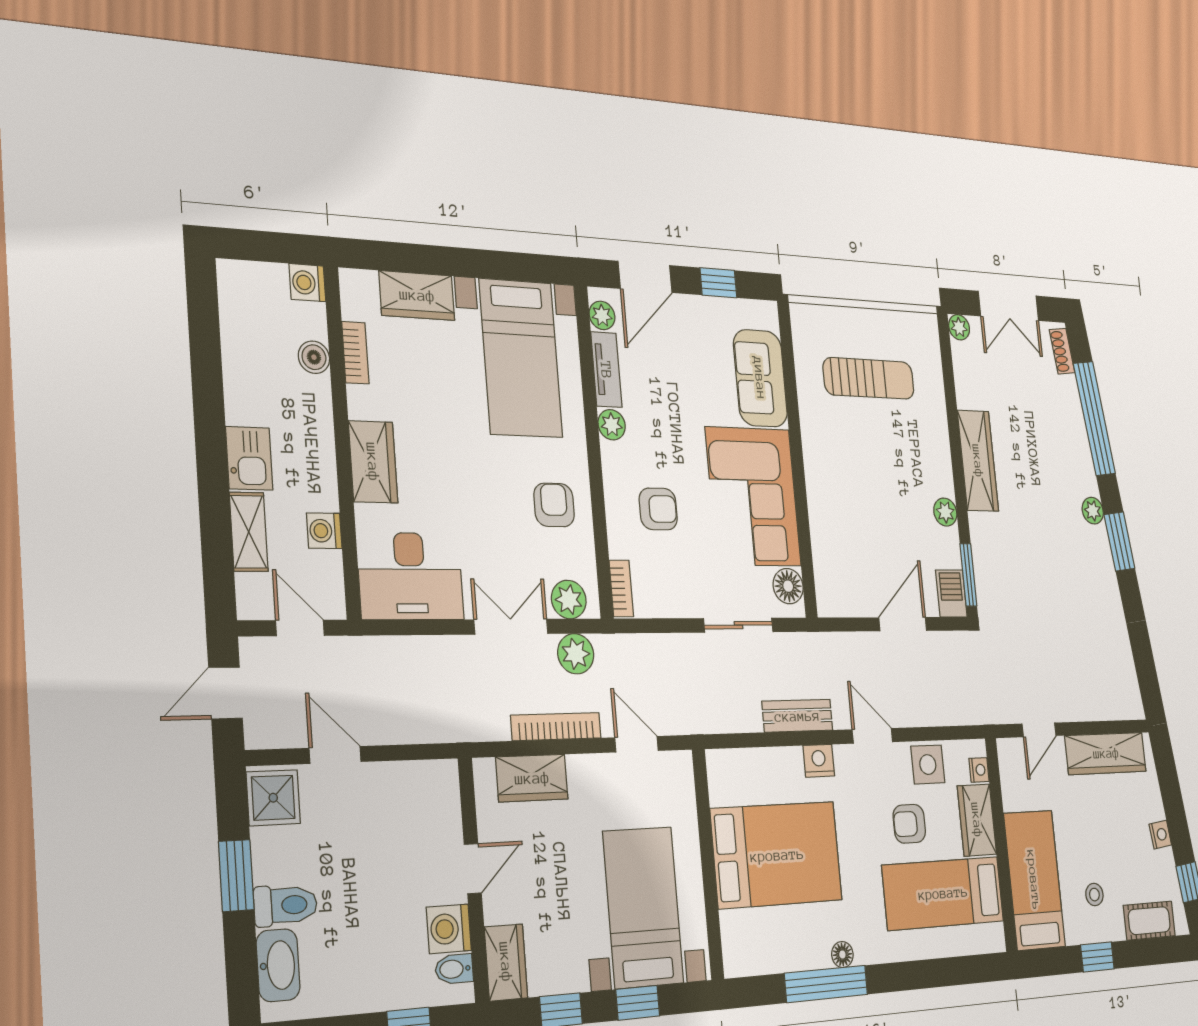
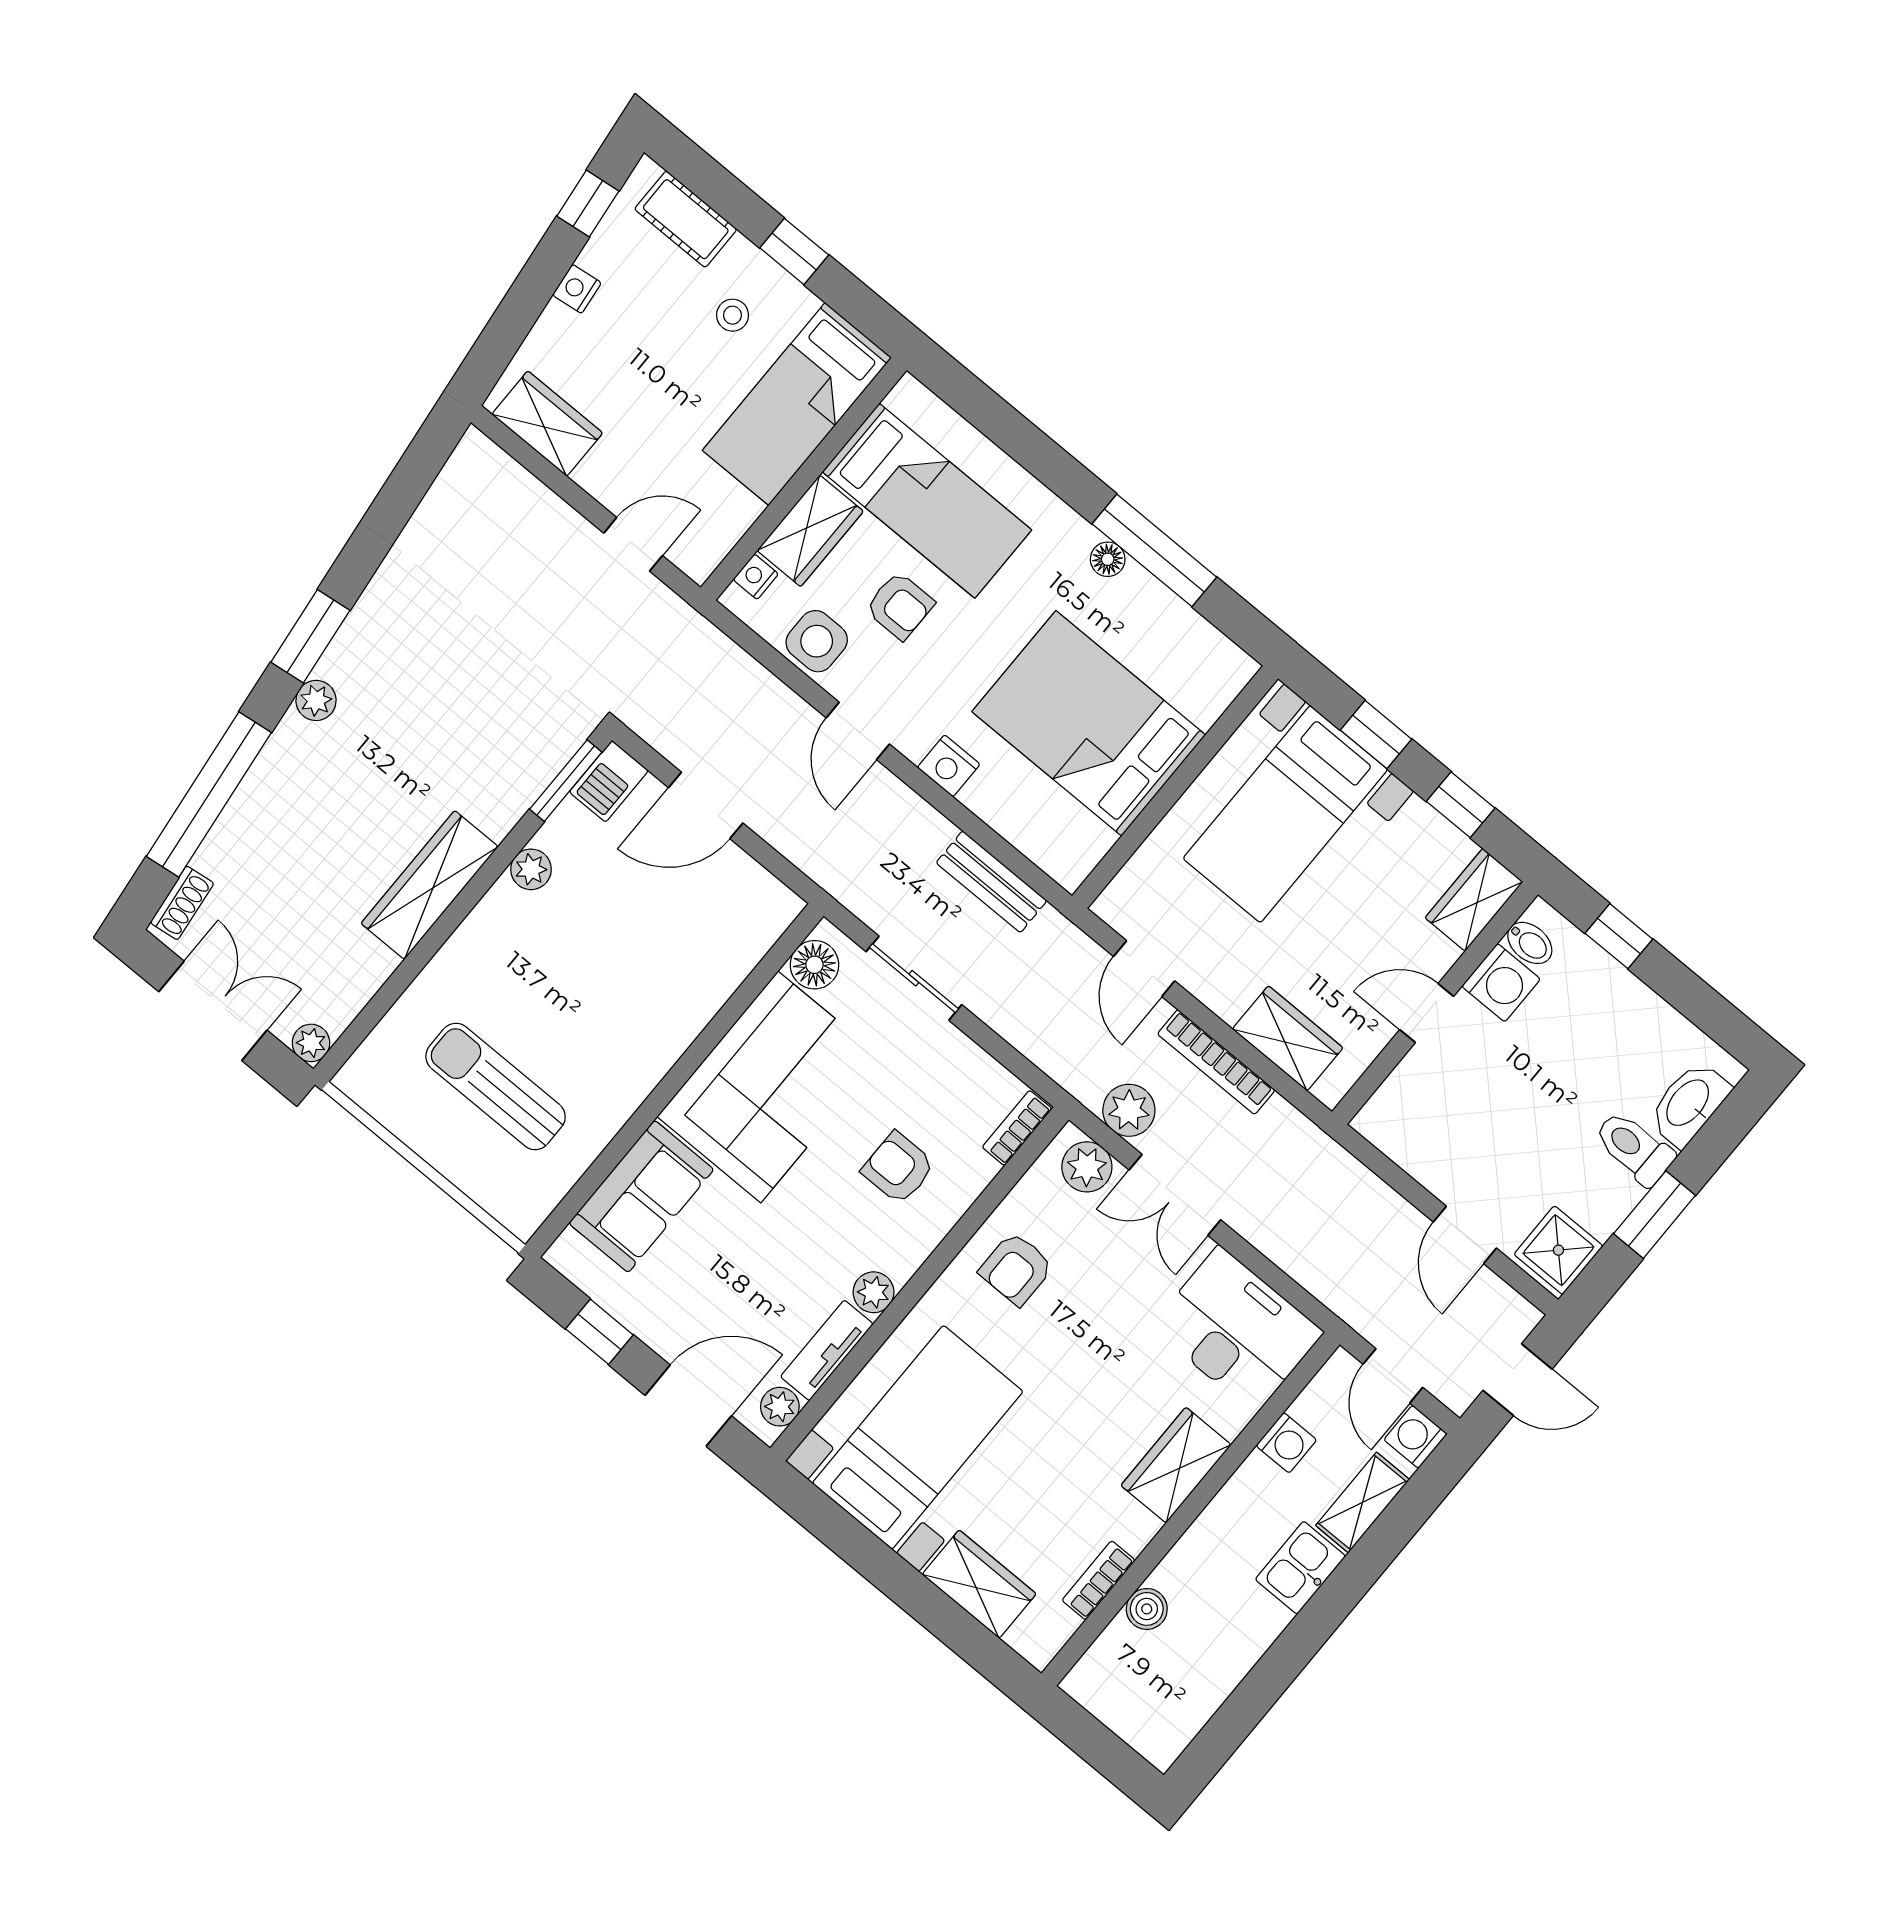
washing machine: (307, 283) -> (1415, 1437), moved, turned 180
bench: (797, 716) -> (991, 882), moved
wardrobe: (1106, 753) -> (547, 424), width x0.67

